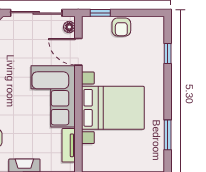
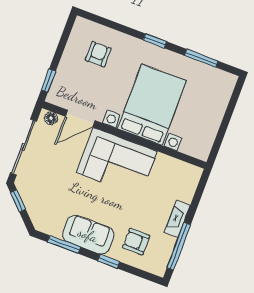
armchair: (121, 27) -> (98, 54), moved, turned -90
window: (168, 54) -> (155, 41), moved
tv unit: (69, 145) -> (174, 165), removed

